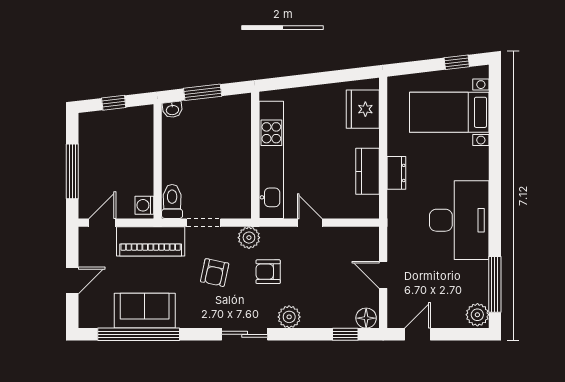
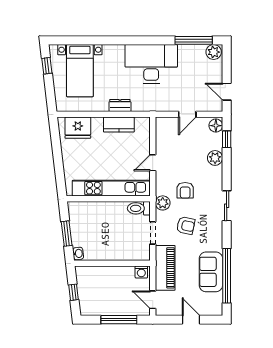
toilet: (172, 201) -> (139, 208), moved
plant: (289, 317) -> (215, 158), moved

